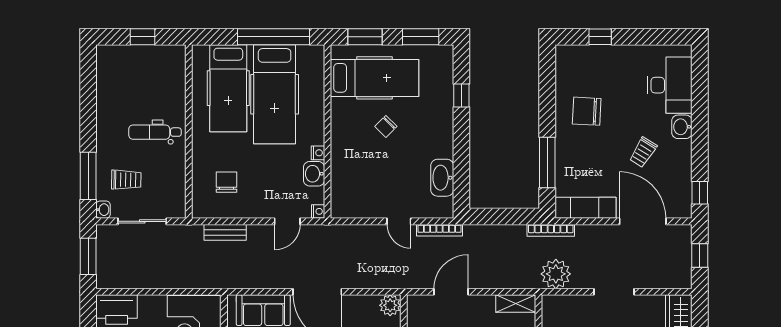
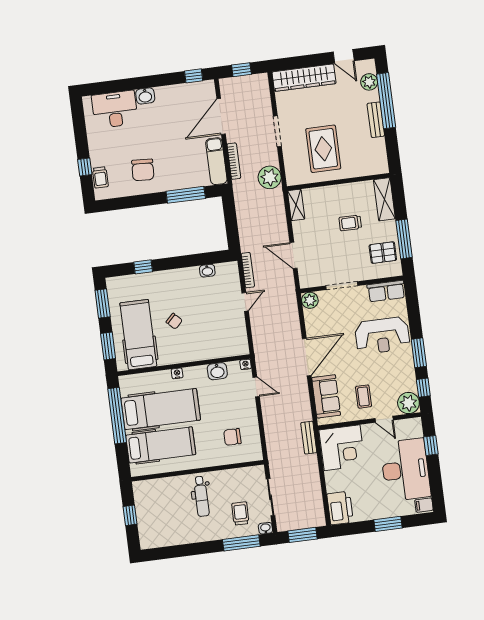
trolley: (643, 152) -> (100, 177), moved, turned 58
nightstand: (318, 153) -> (177, 373), moved
washbasin: (442, 178) -> (207, 271), width x0.52, depth x0.69
bookcase: (551, 230) -> (234, 161), moved
bench: (225, 232) -> (309, 438), moved

